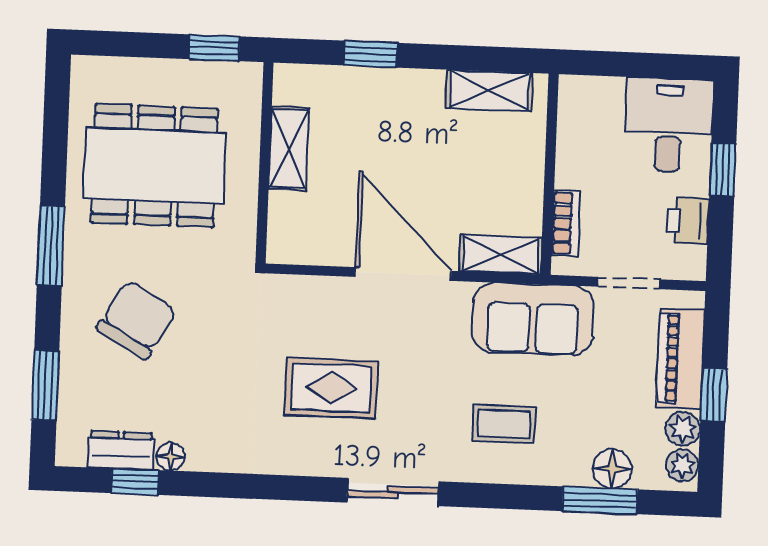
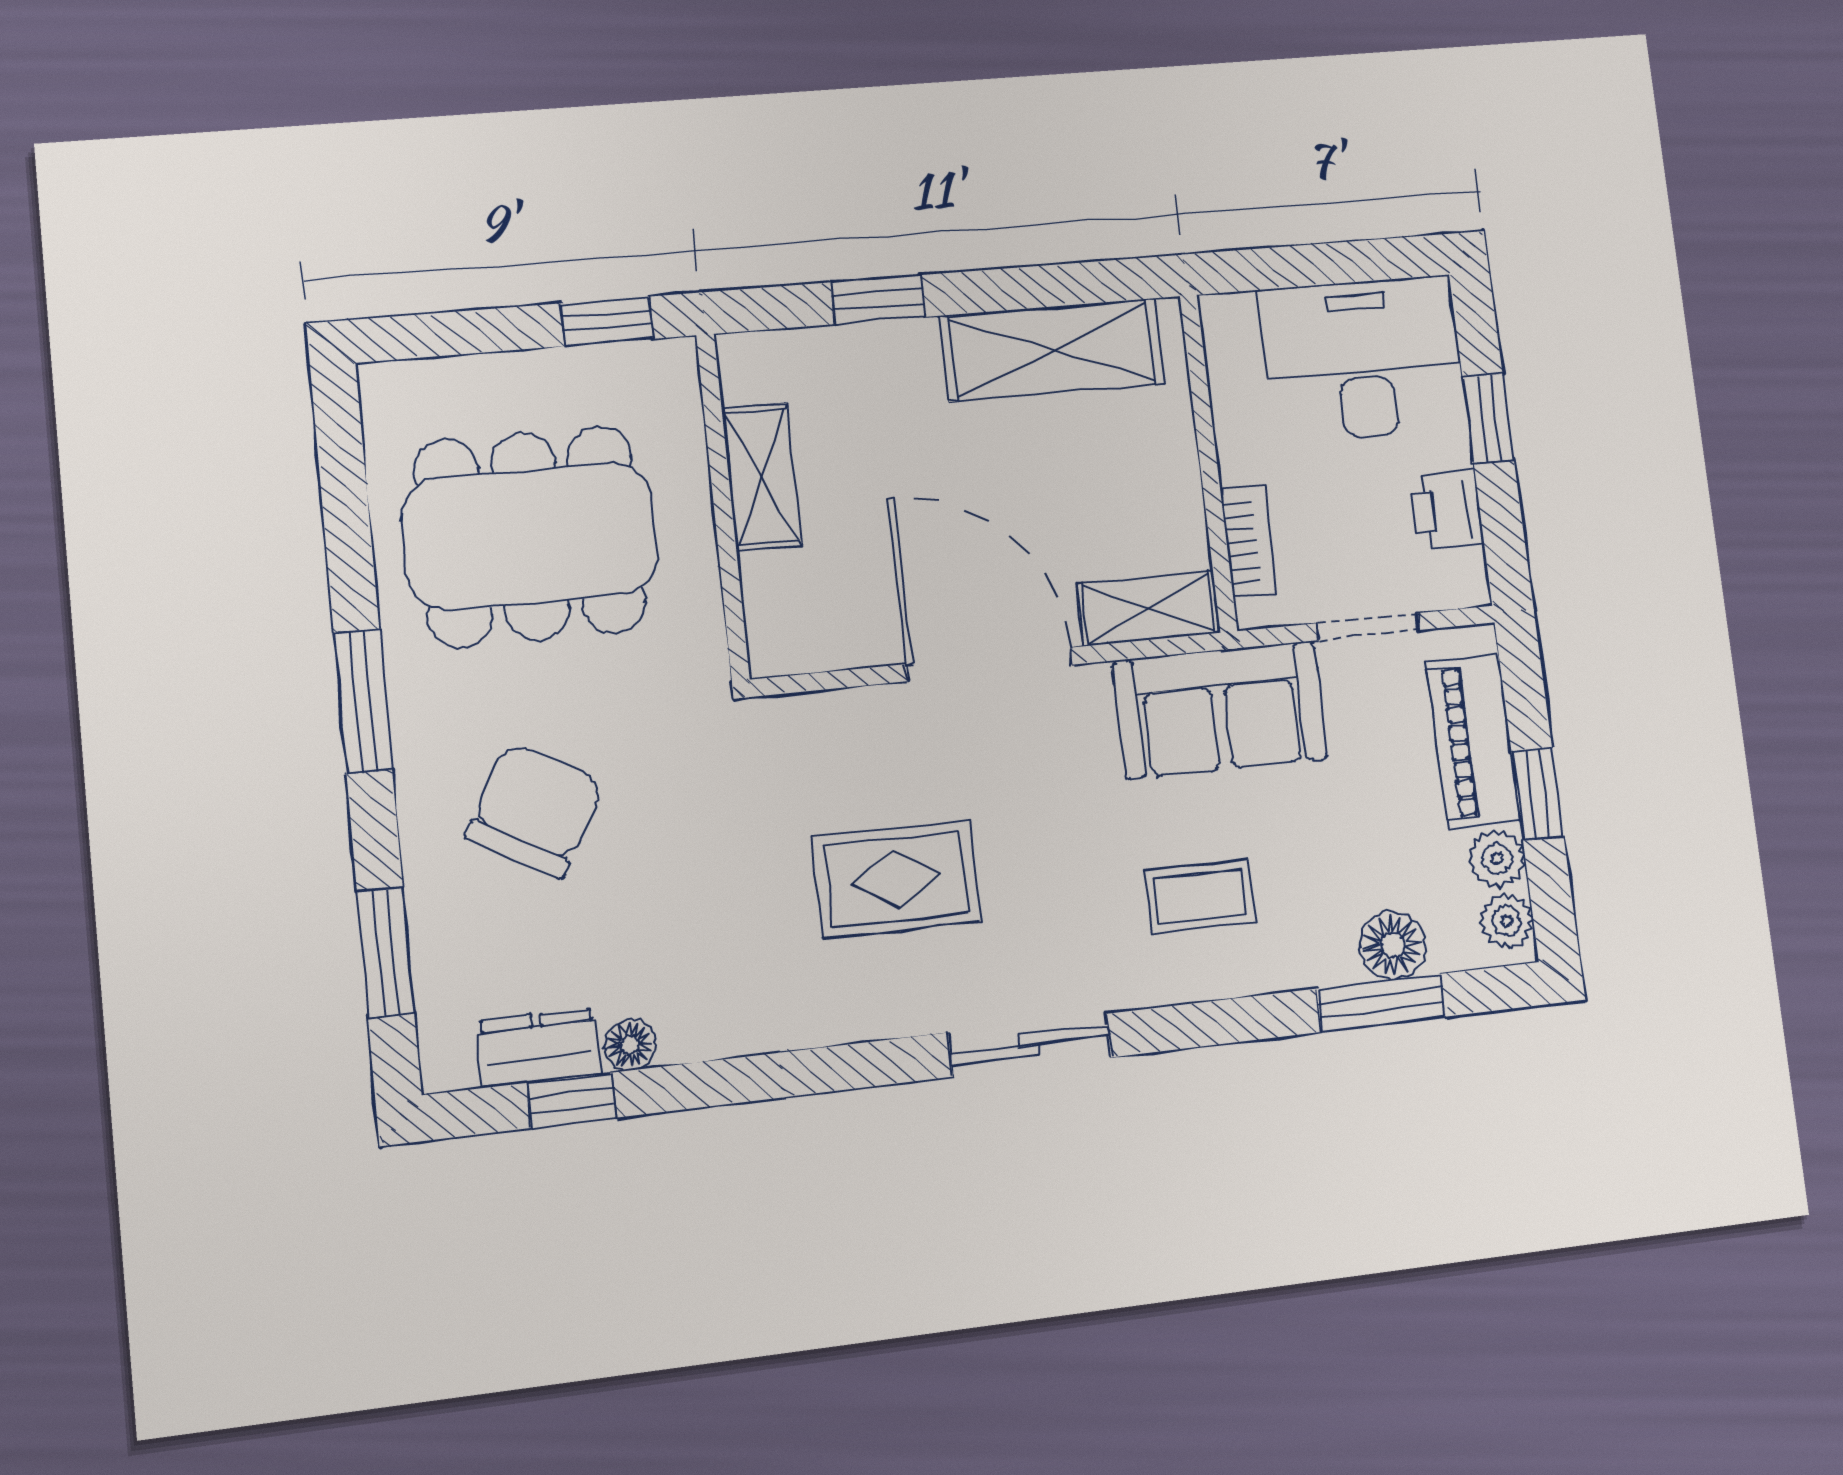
shelving: (489, 91) -> (1052, 350), width x1.50, depth x1.33
desk: (669, 125) -> (1363, 359), width x1.37

